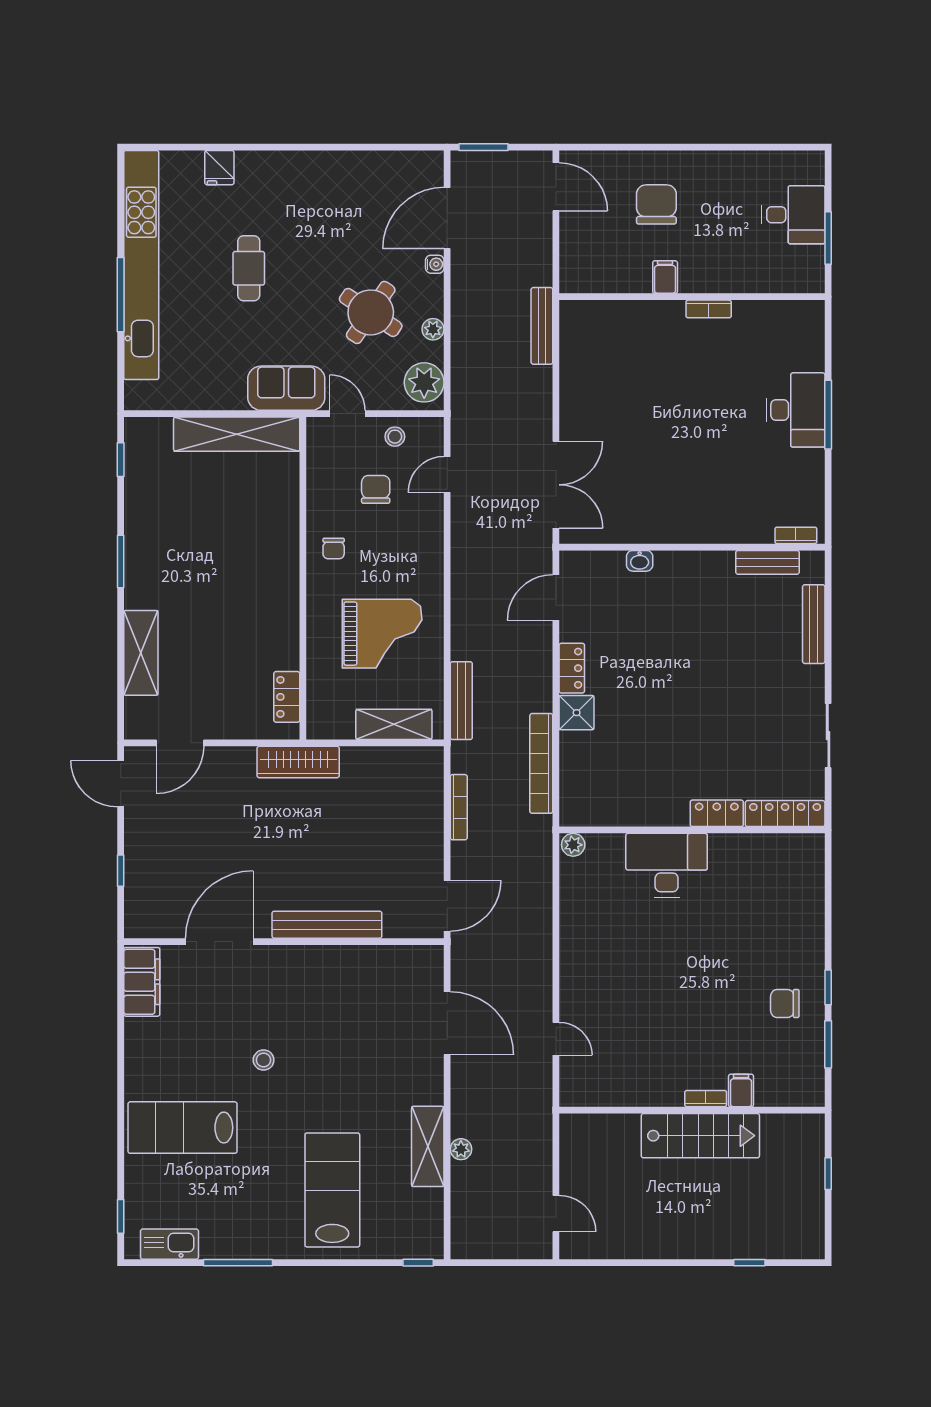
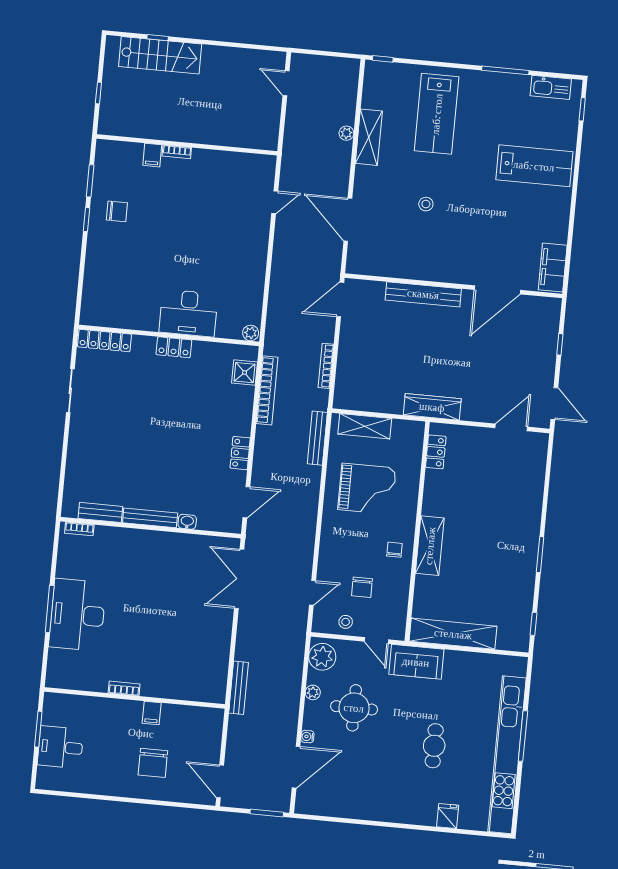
round table: (371, 312) -> (354, 708), turned -34
desk: (796, 410) -> (77, 615), width x1.36, depth x1.30
bench: (814, 624) -> (150, 518), moved, turned 90
grand piano: (382, 634) -> (367, 489), turned 180
shelving: (141, 653) -> (430, 546), moved
shower: (577, 713) -> (245, 373), moved
locker: (717, 813) -> (174, 347), moved
door: (556, 1039) -> (275, 202), swing flipped
stool: (264, 1060) -> (426, 204), moved
stairs: (700, 1136) -> (160, 55), moved, turned 180

